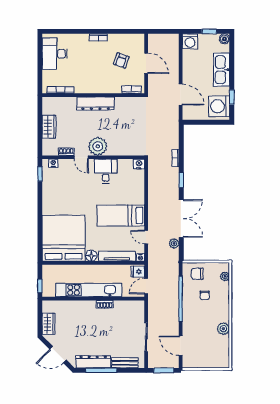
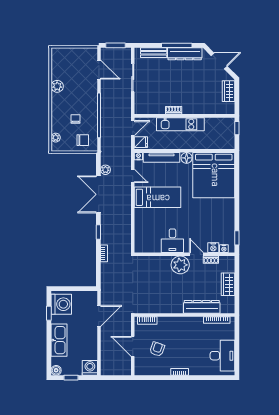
door: (181, 94) -> (99, 316), swing flipped
dresser: (96, 104) -> (202, 307), moved
nightstand: (139, 164) -> (213, 248), moved
kitchen unit: (89, 290) -> (180, 124), width x0.73

